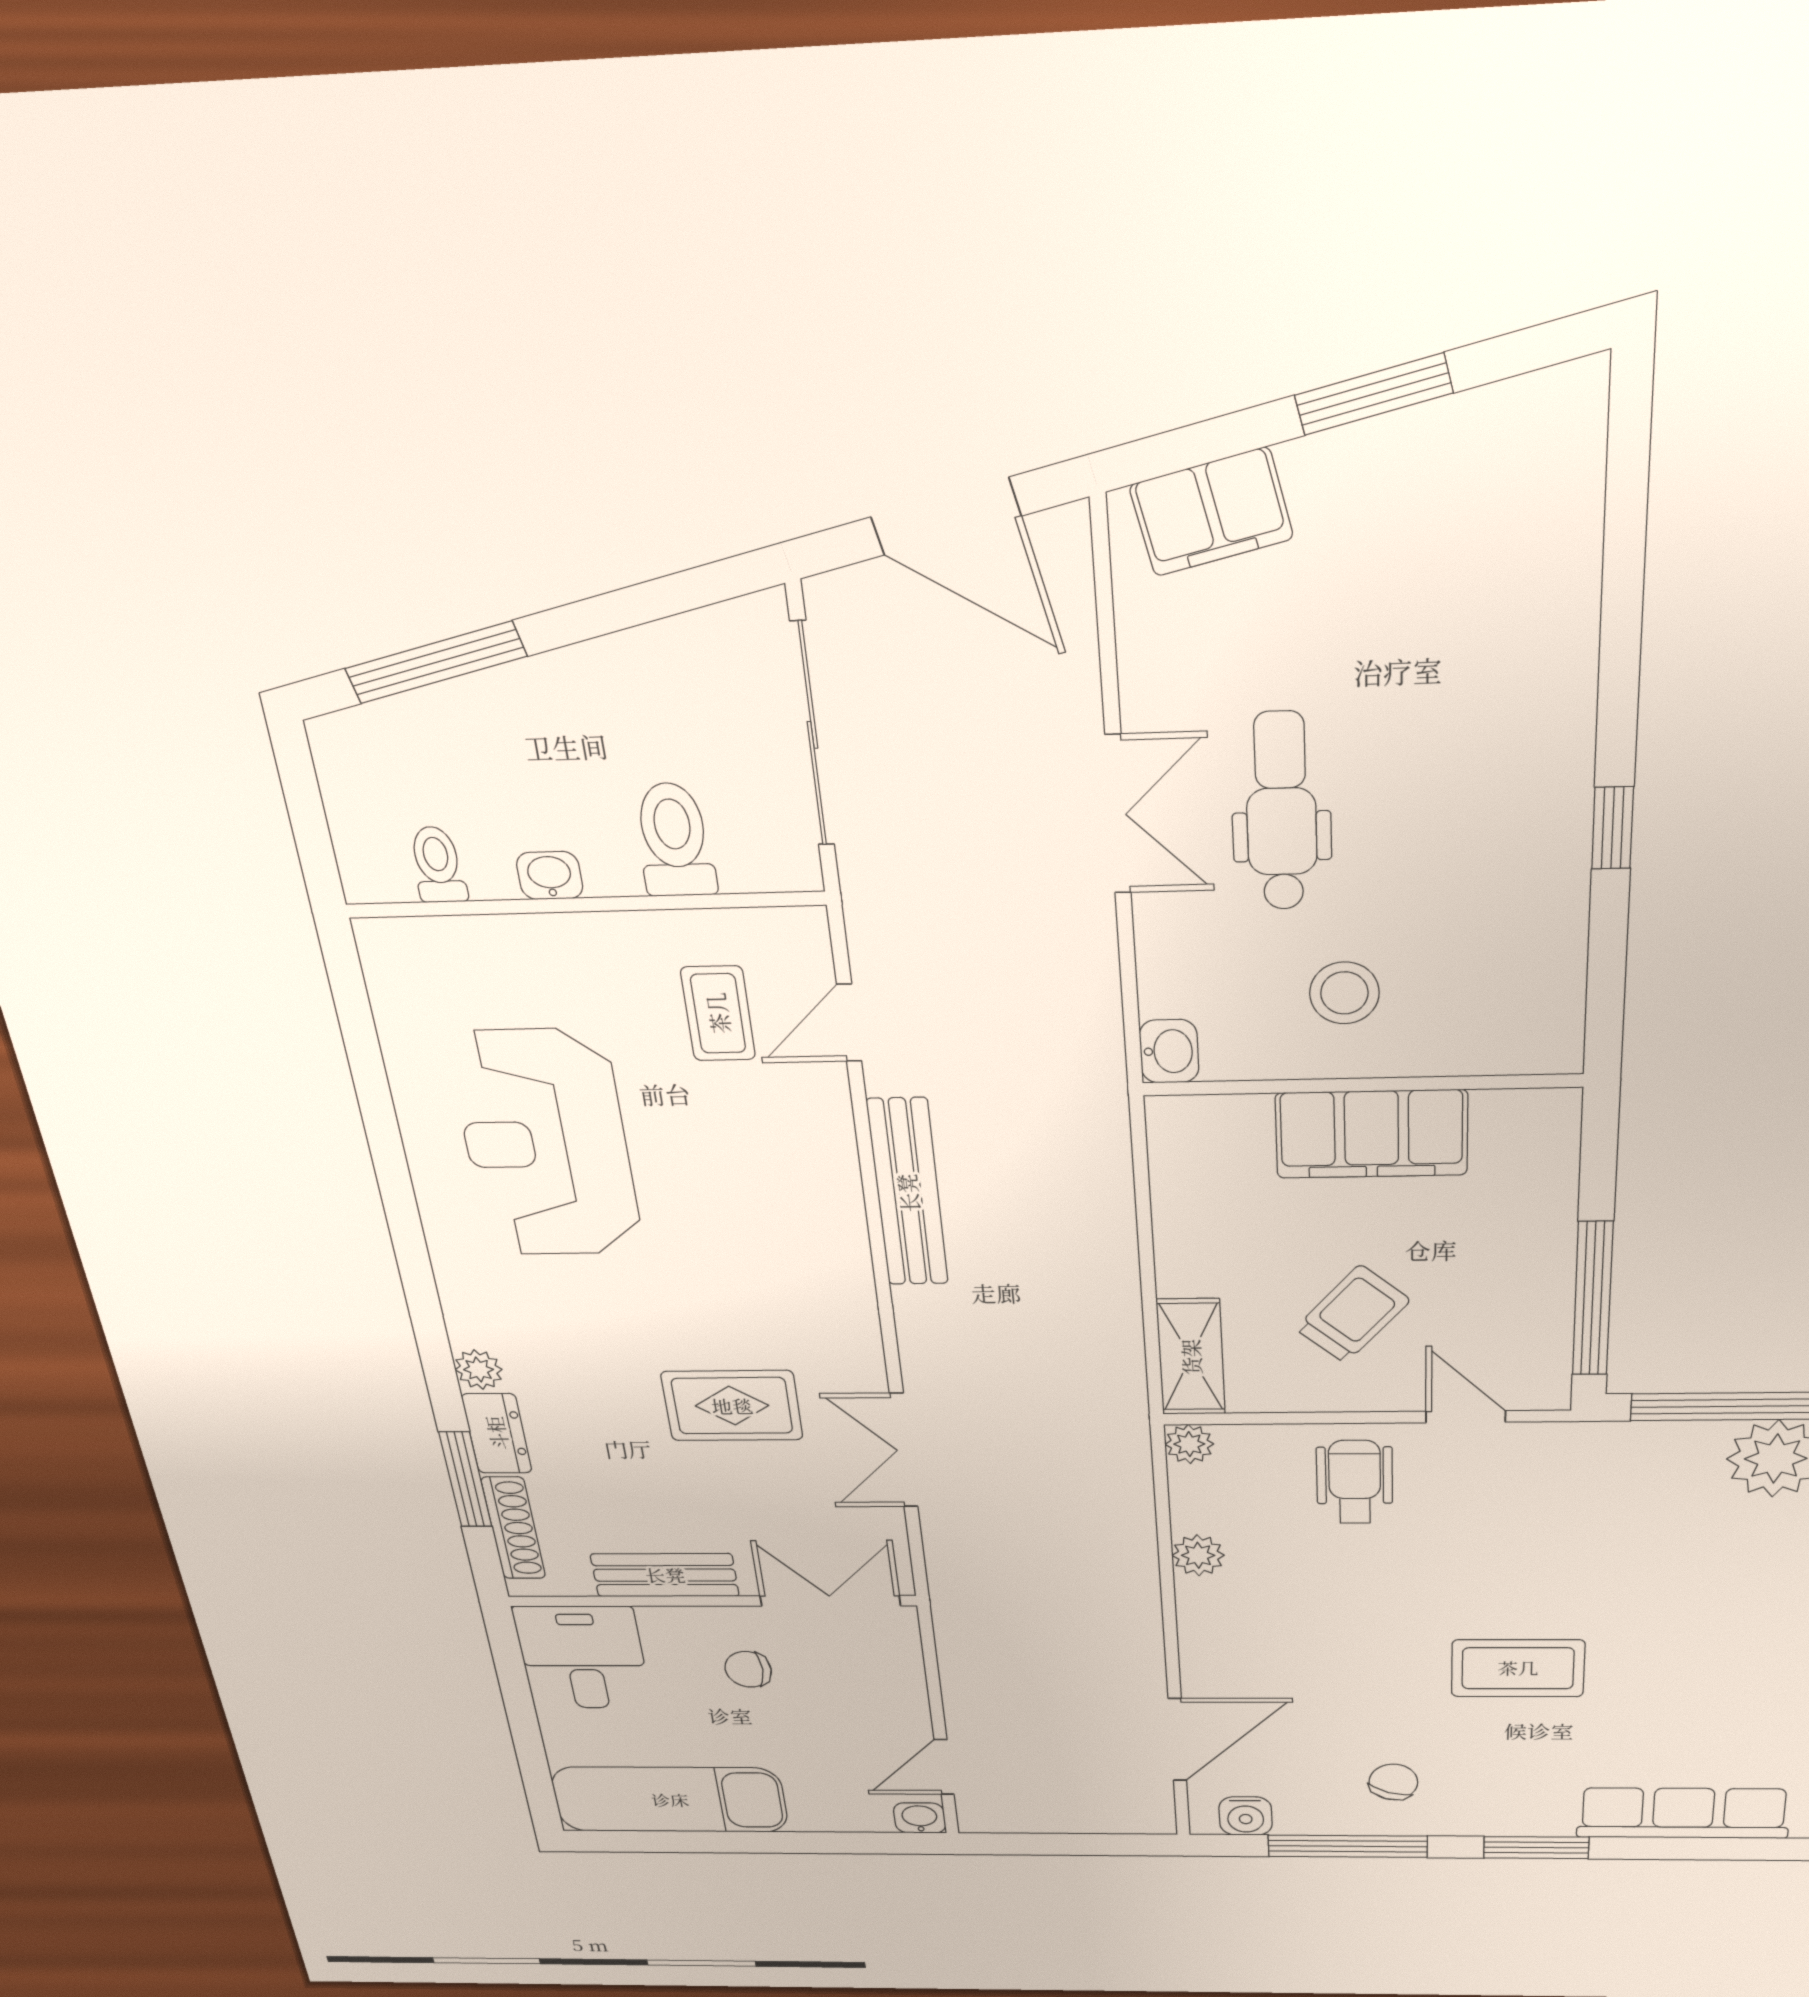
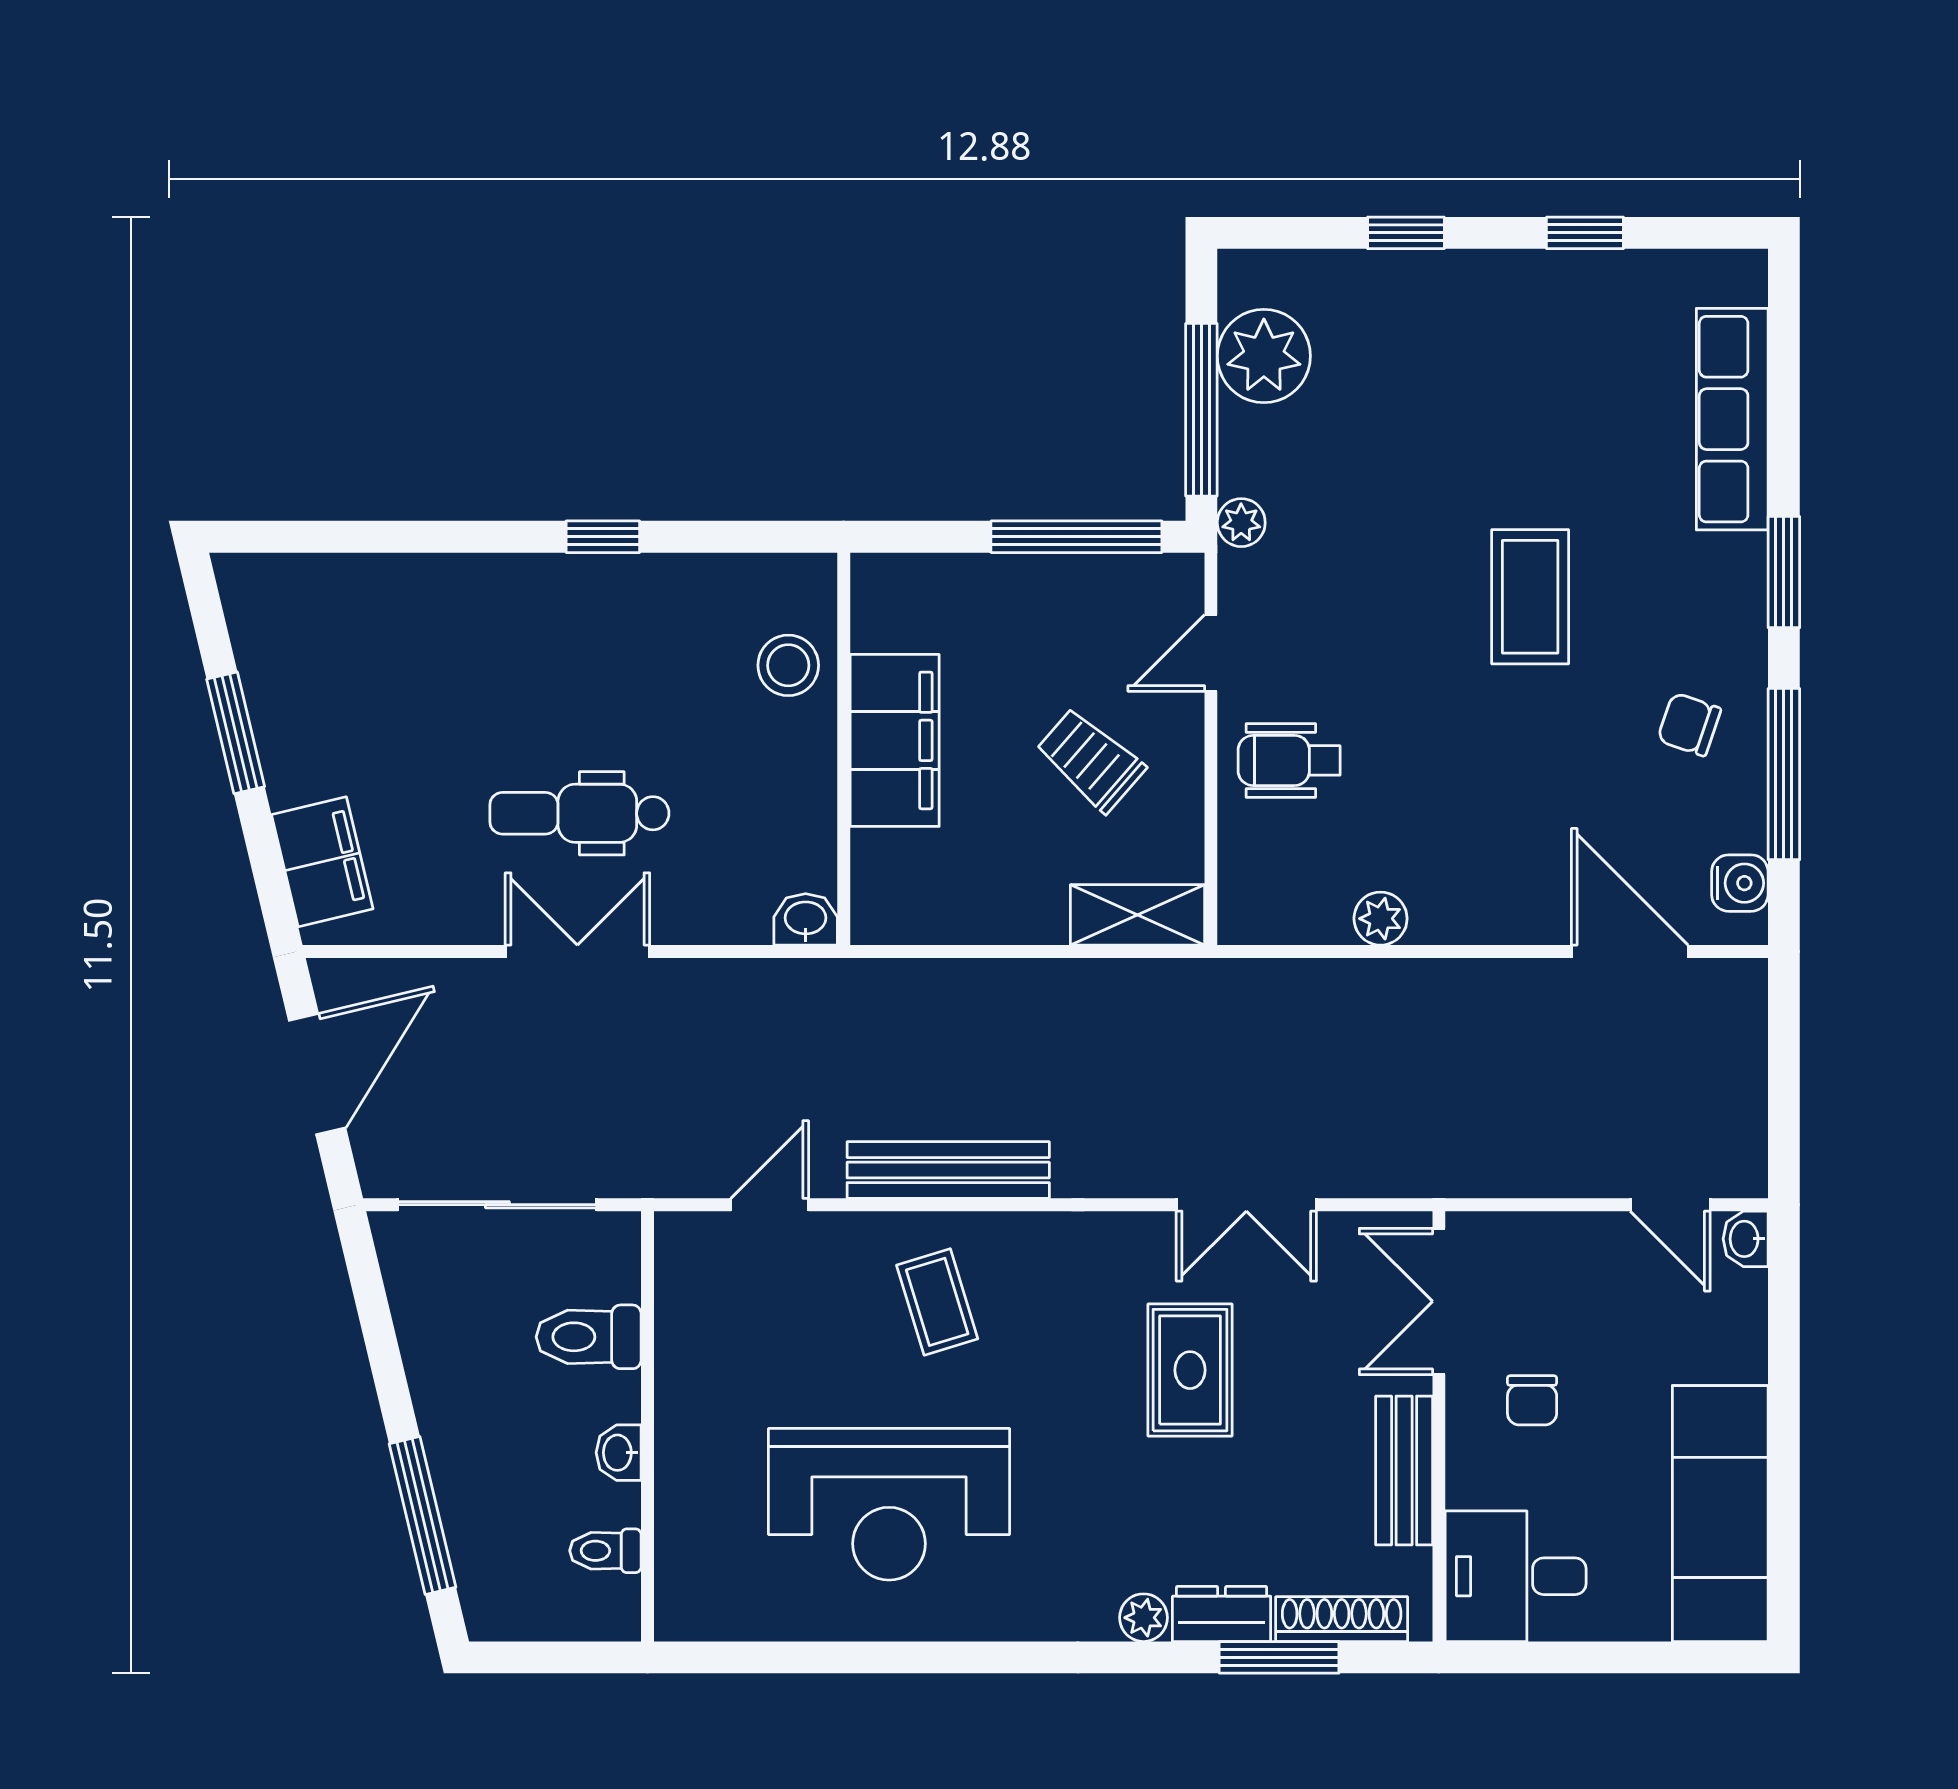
stool: (1344, 993) -> (788, 665), moved
coffee table: (718, 1013) -> (937, 1302), moved, turned 73
door: (849, 1023) -> (770, 1205), swing flipped
plant: (1189, 1444) -> (1241, 523), moved

